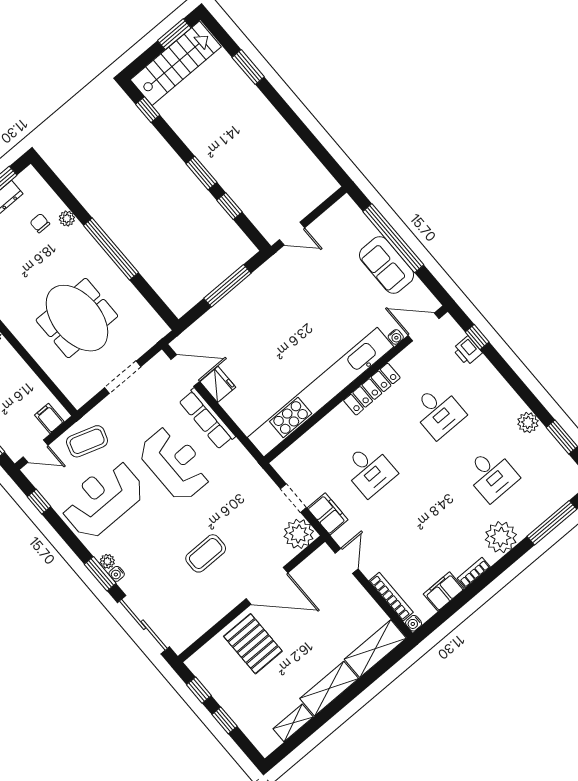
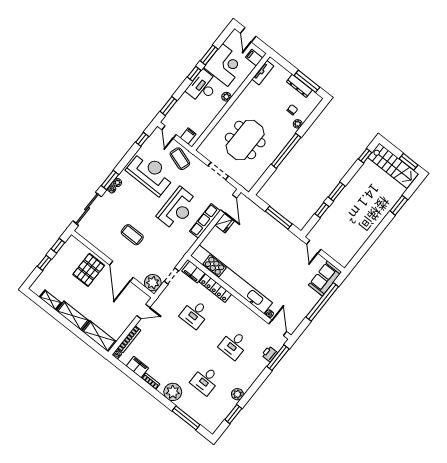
sofa: (387, 265) -> (325, 278), moved
window: (477, 337) -> (278, 358), width x2.17
locker: (372, 389) -> (215, 288), moved
filing cabinet: (328, 514) -> (193, 272), moved, turned 90

